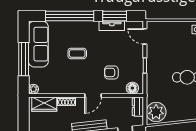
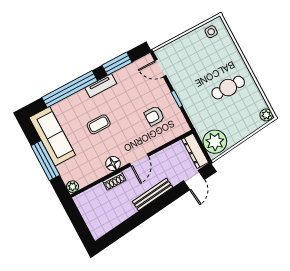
tv unit: (112, 26) -> (101, 86), moved
armchair: (111, 72) -> (154, 116), moved
floor lamp: (132, 88) -> (113, 164), moved
wardrobe: (44, 104) -> (93, 196), removed
dresser: (138, 107) -> (195, 151), width x1.44

